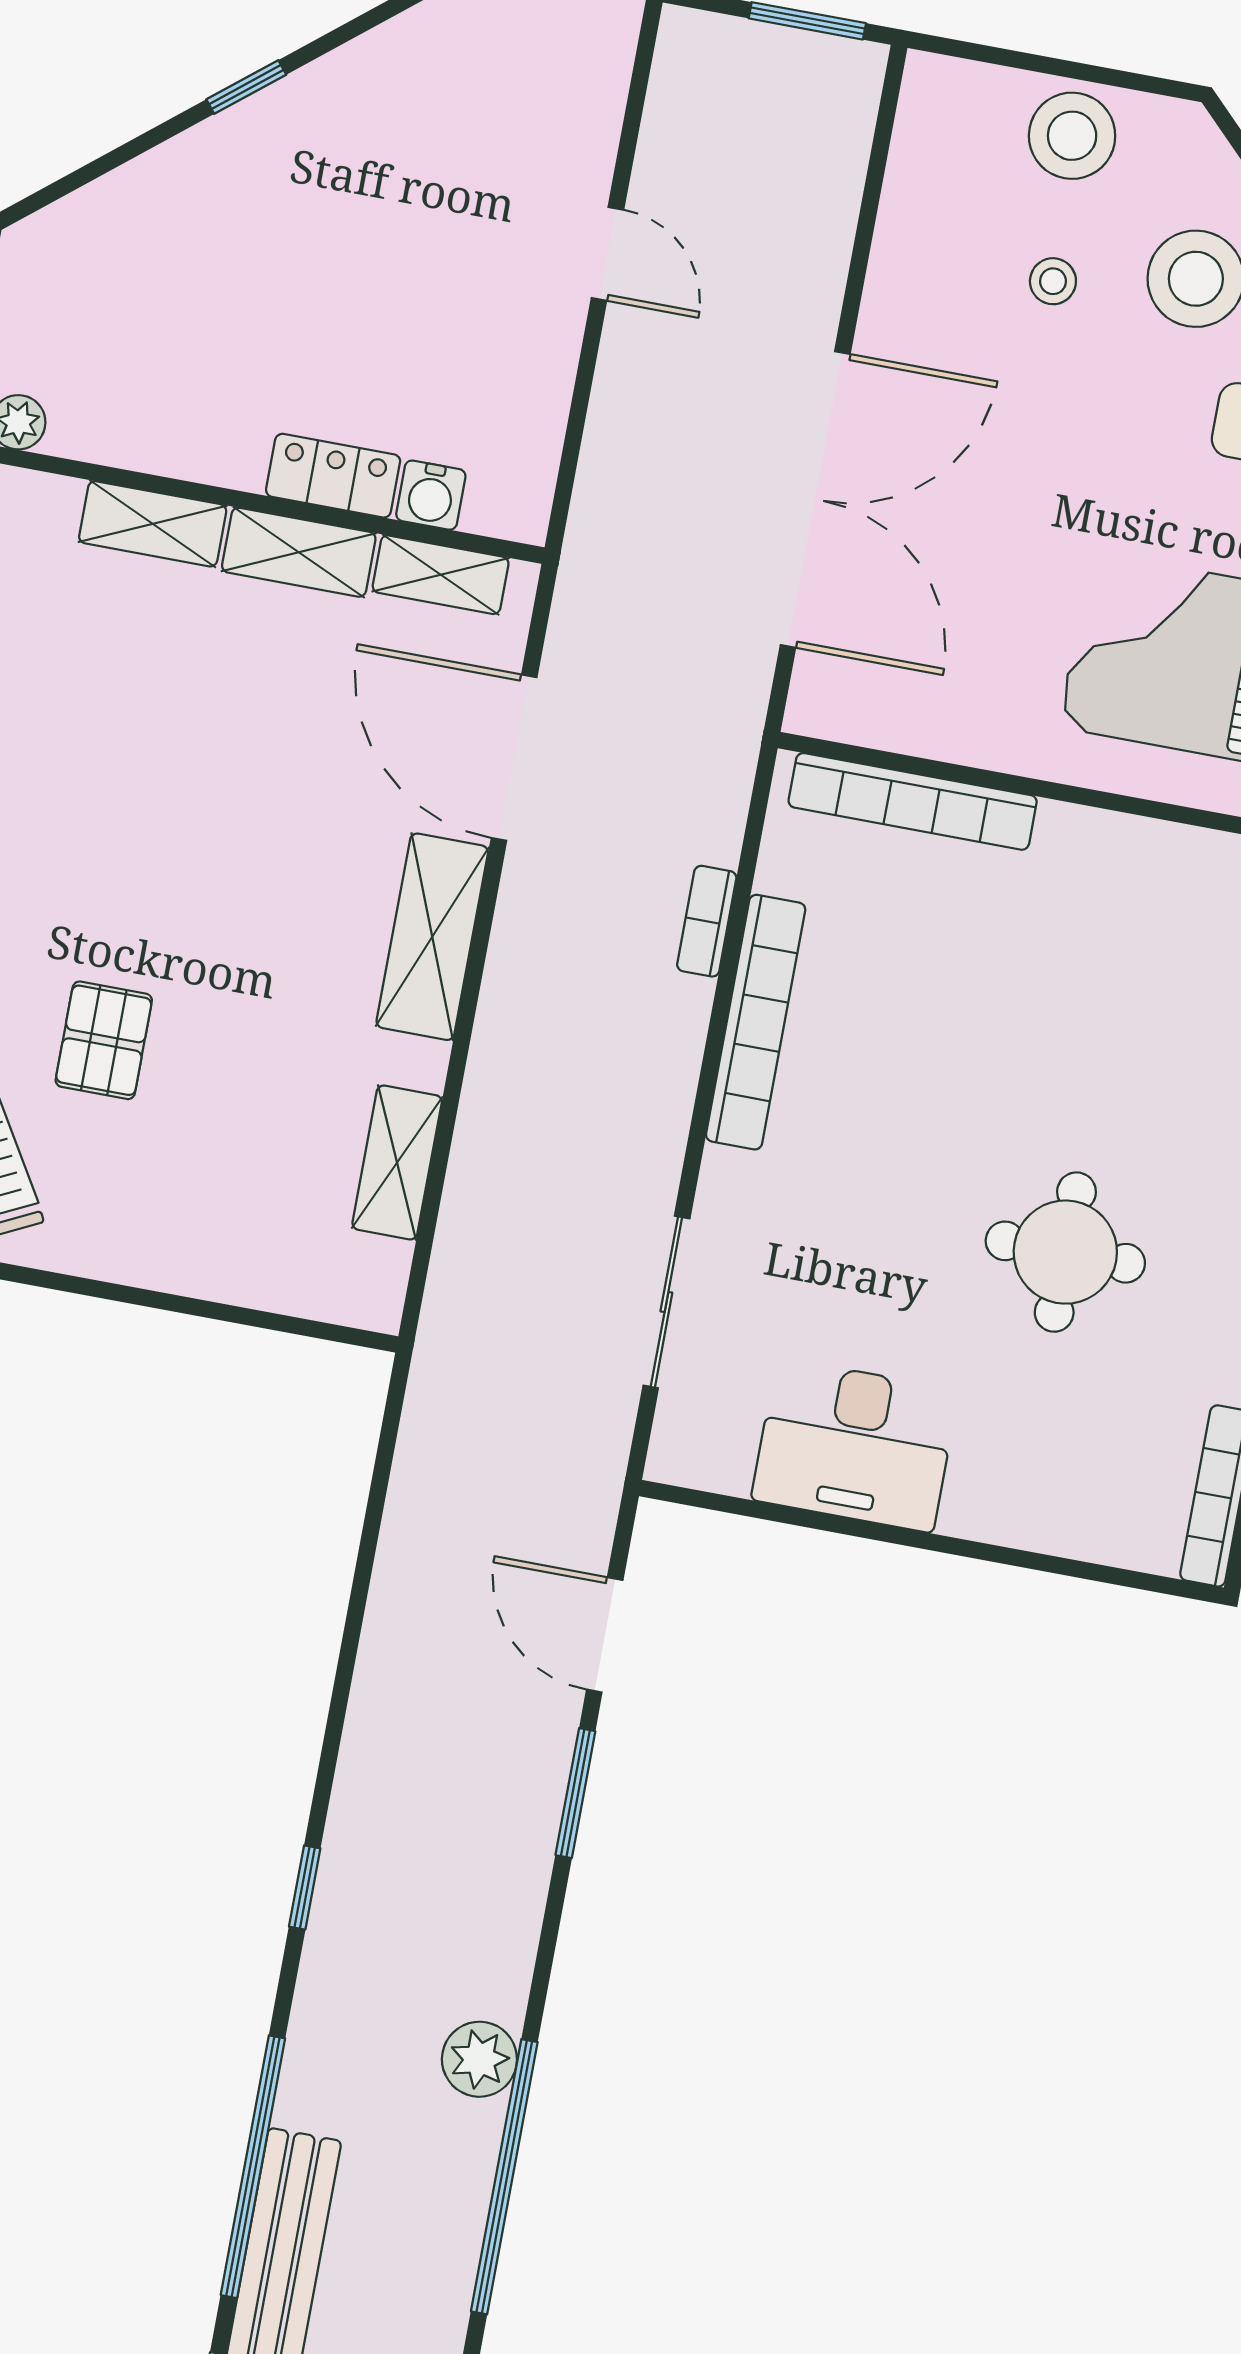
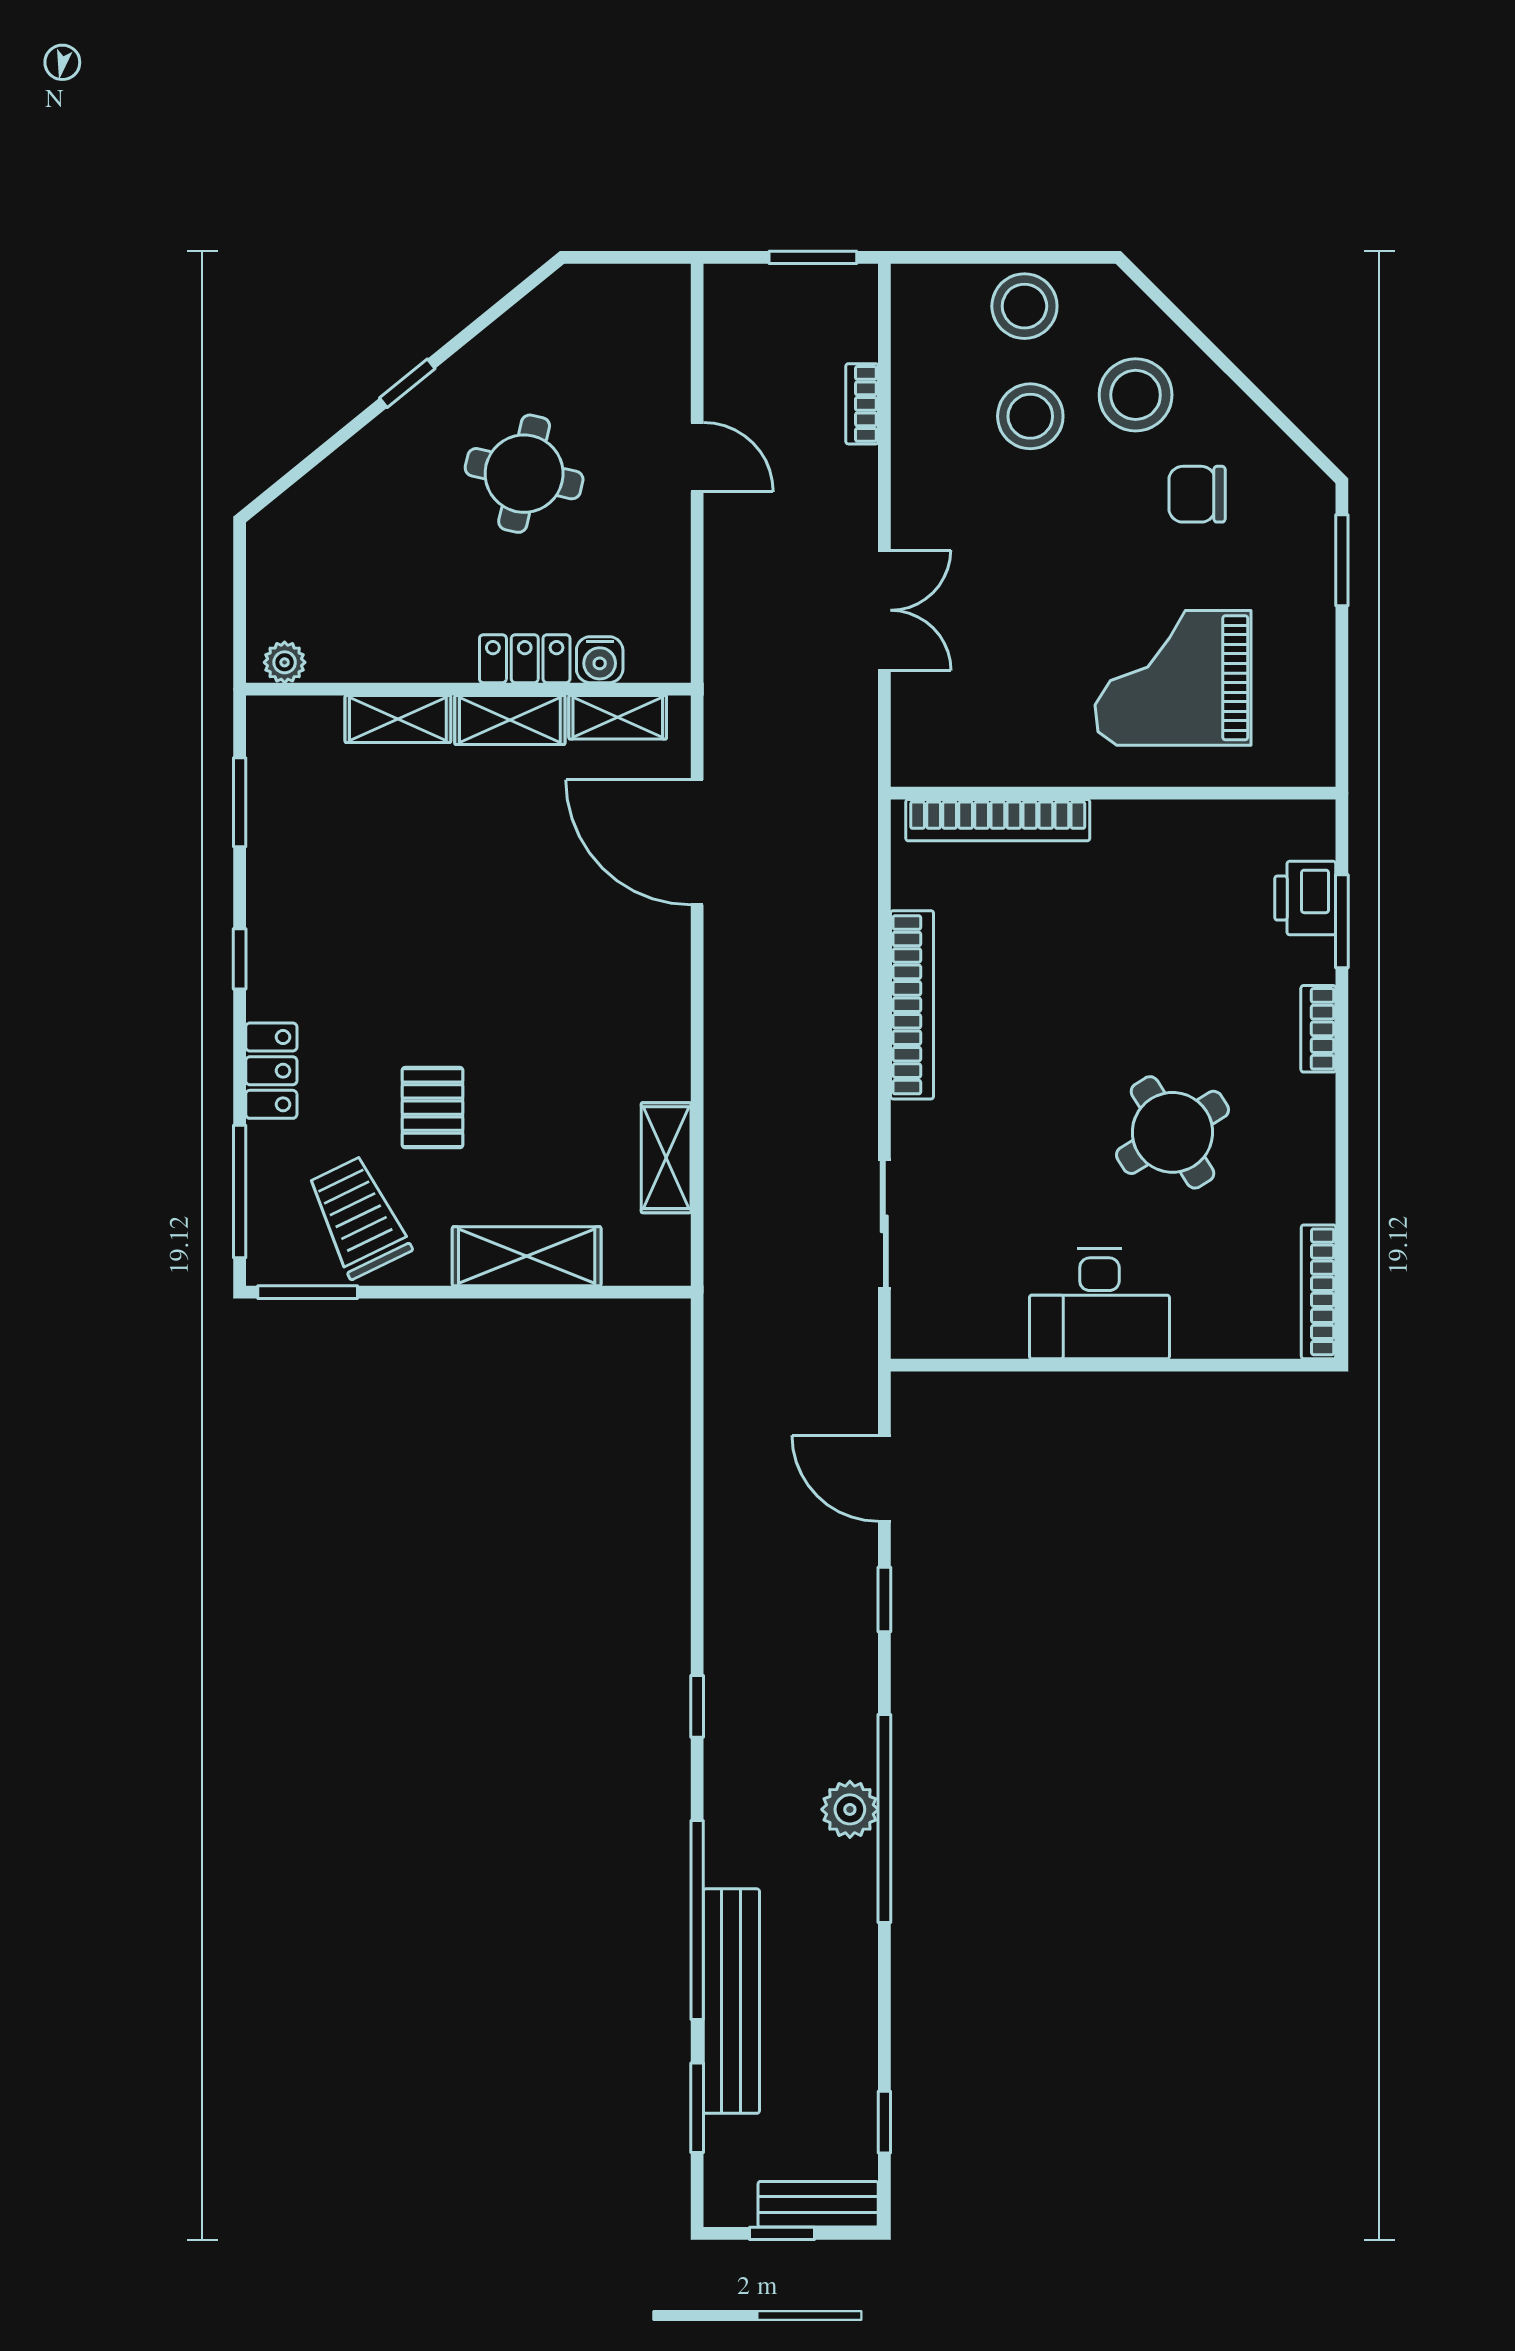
round table: (377, 234) -> (524, 474), added
stool: (1053, 281) -> (1030, 416), width x1.89, depth x1.89
double door: (815, 499) -> (884, 610), width x0.54
bookcase: (707, 921) -> (862, 404), moved
shelving: (432, 937) -> (527, 1256), moved, turned 90
round table: (1065, 1252) -> (1172, 1132), turned -32
desk: (855, 1445) -> (1099, 1304), moved
window: (575, 1793) -> (884, 1600), width x0.67
window: (504, 2177) -> (884, 1819), moved

